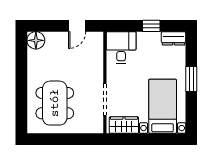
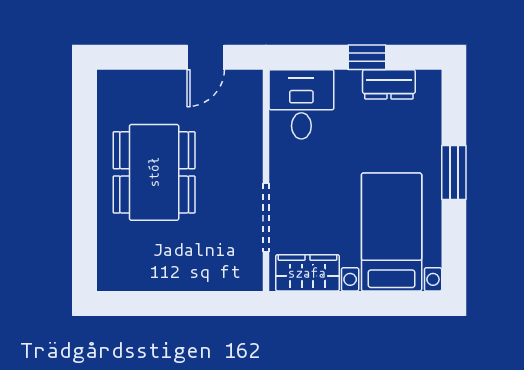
dresser: (174, 38) -> (389, 84), moved
floor lamp: (36, 40) -> (116, 89), removed
dining table: (55, 103) -> (154, 172), moved

